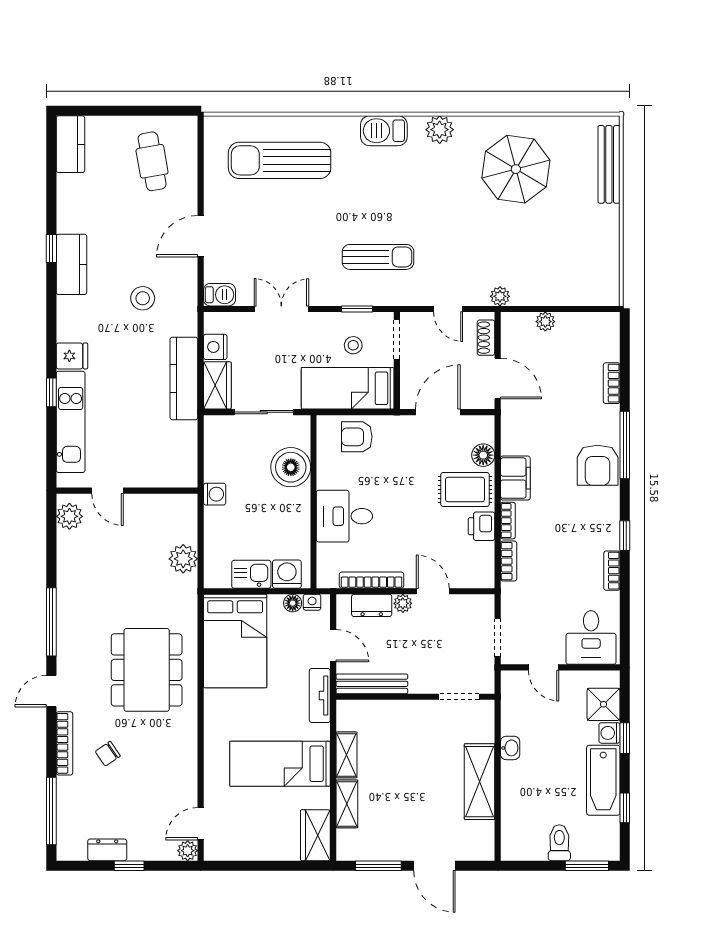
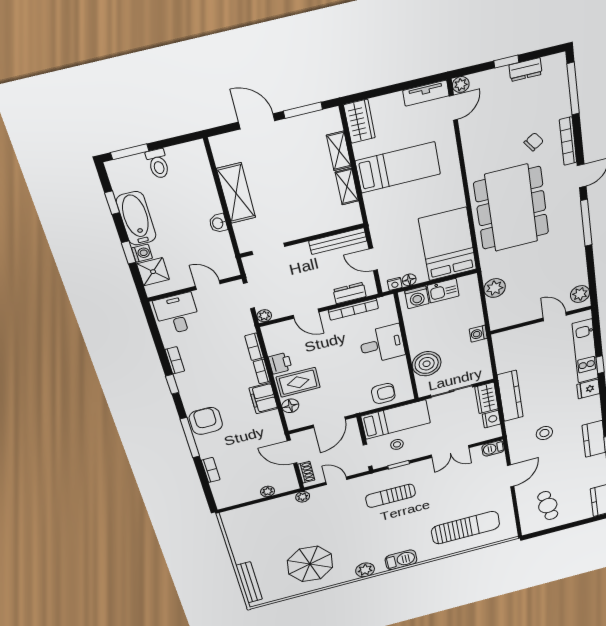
plant: (403, 603) -> (264, 316), moved
dining table: (147, 670) -> (511, 208), width x1.36, depth x1.24
tv unit: (320, 695) -> (426, 93), moved, turned 90

